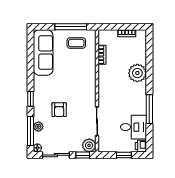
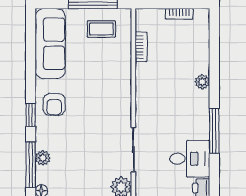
plant: (137, 73) -> (202, 82), width x0.53, depth x0.53
armchair: (59, 110) -> (54, 104), moved

